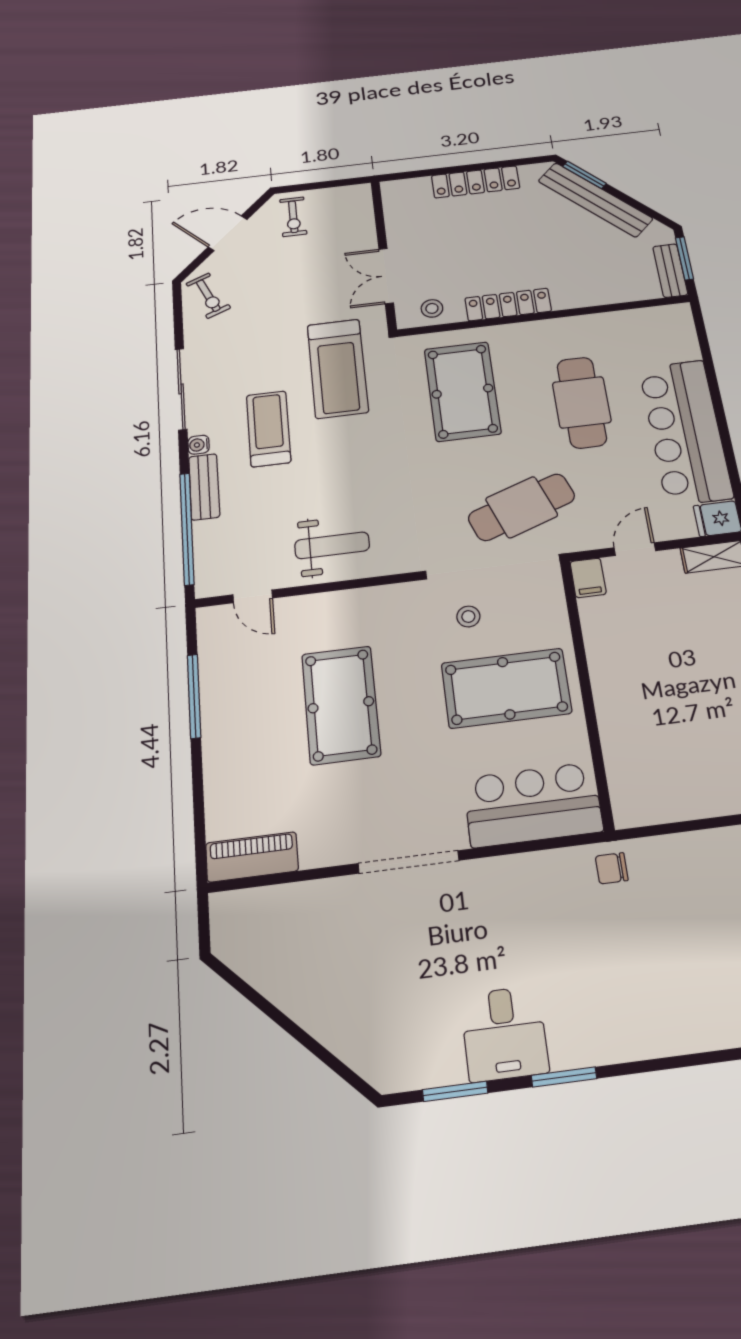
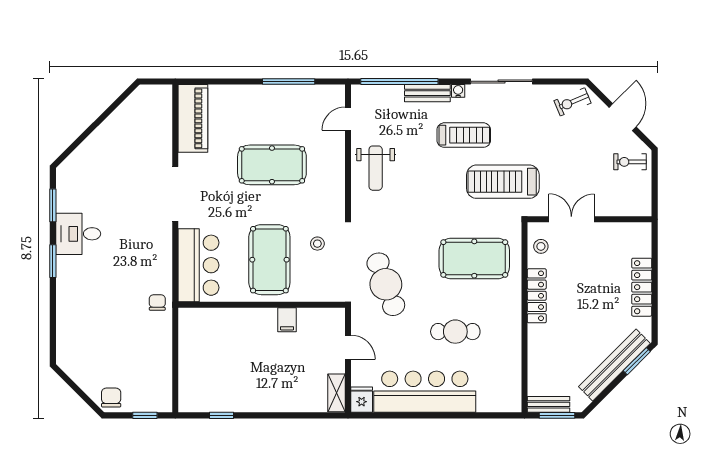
cafe table: (582, 402) -> (455, 332), width x0.73, depth x0.74
filing cabinet: (588, 578) -> (287, 320), moved, turned -90
piano: (252, 857) -> (193, 118), width x1.37, depth x1.33

